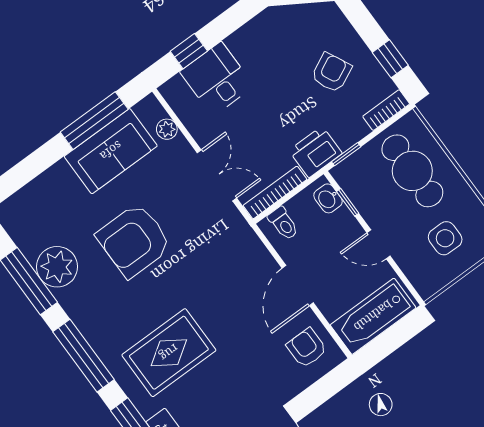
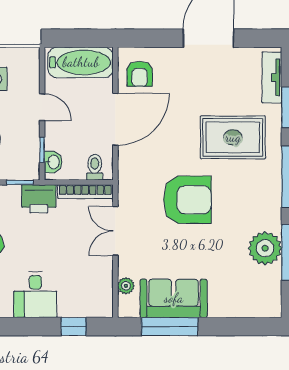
desk: (217, 79) -> (35, 295), moved
armchair: (134, 240) -> (187, 200), moved
door: (298, 286) -> (115, 119), width x1.36

